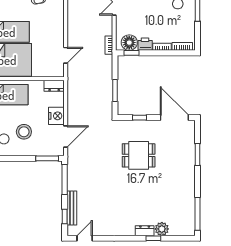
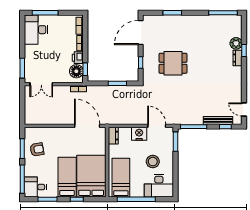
door: (66, 55) -> (87, 126), width x1.87
dining table: (139, 155) -> (173, 63), turned 90

